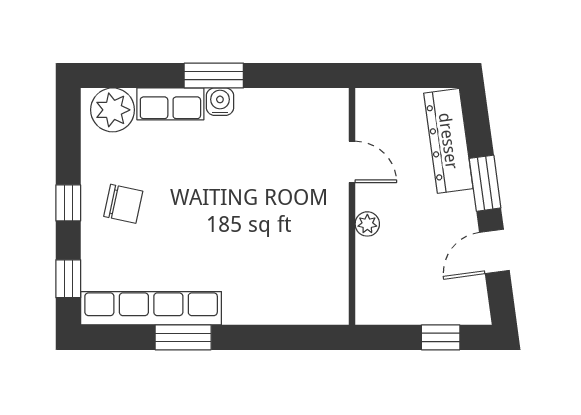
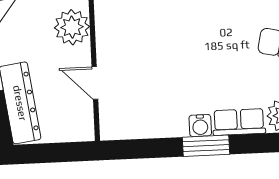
plant: (367, 224) -> (72, 27), width x1.88, depth x1.88

